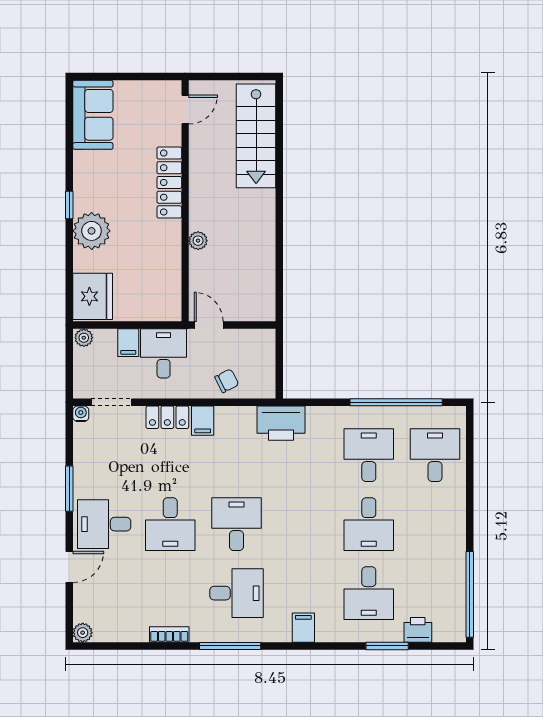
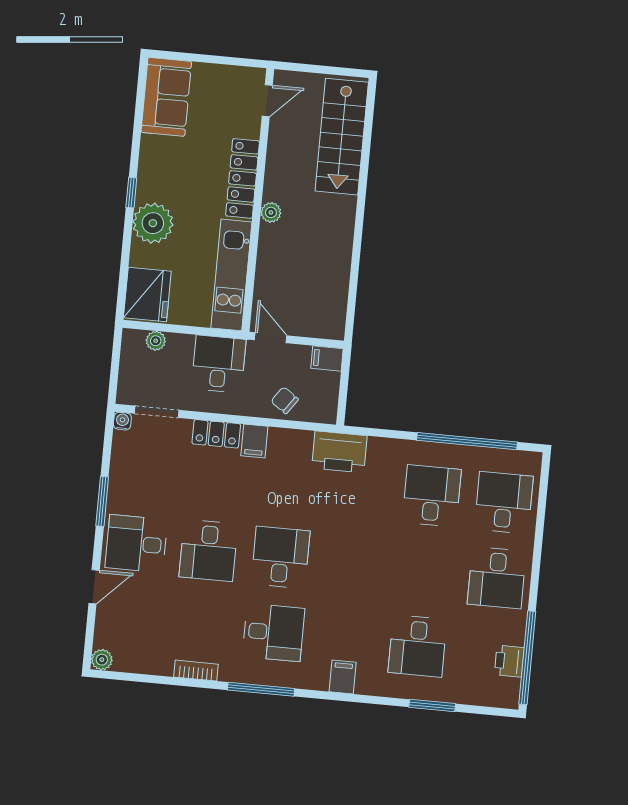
plant: (198, 241) -> (271, 212), moved
kitchen unit: (167, 271) -> (231, 275), added
plant: (84, 338) -> (156, 341), moved
filing cabinet: (128, 343) -> (327, 358), moved, turned 90
chair: (227, 381) -> (285, 400), turned -118
desk: (369, 524) -> (497, 578), moved
printer: (418, 630) -> (509, 661), moved, turned -90

